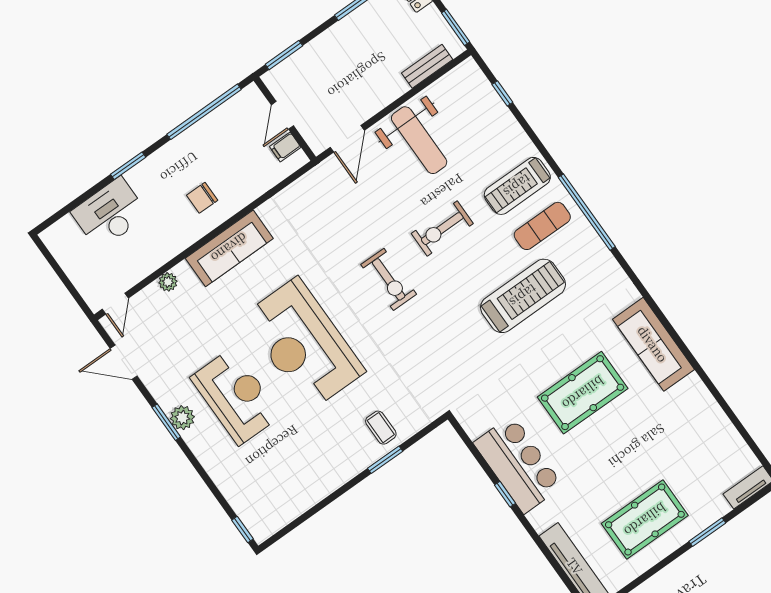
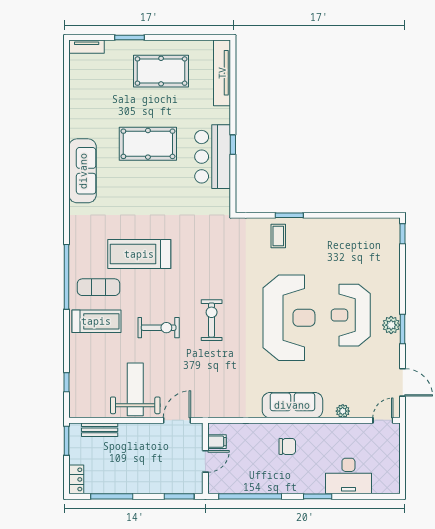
pool table: (583, 393) -> (148, 144), moved

